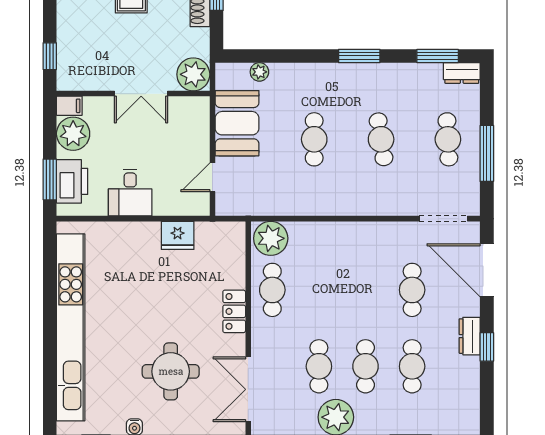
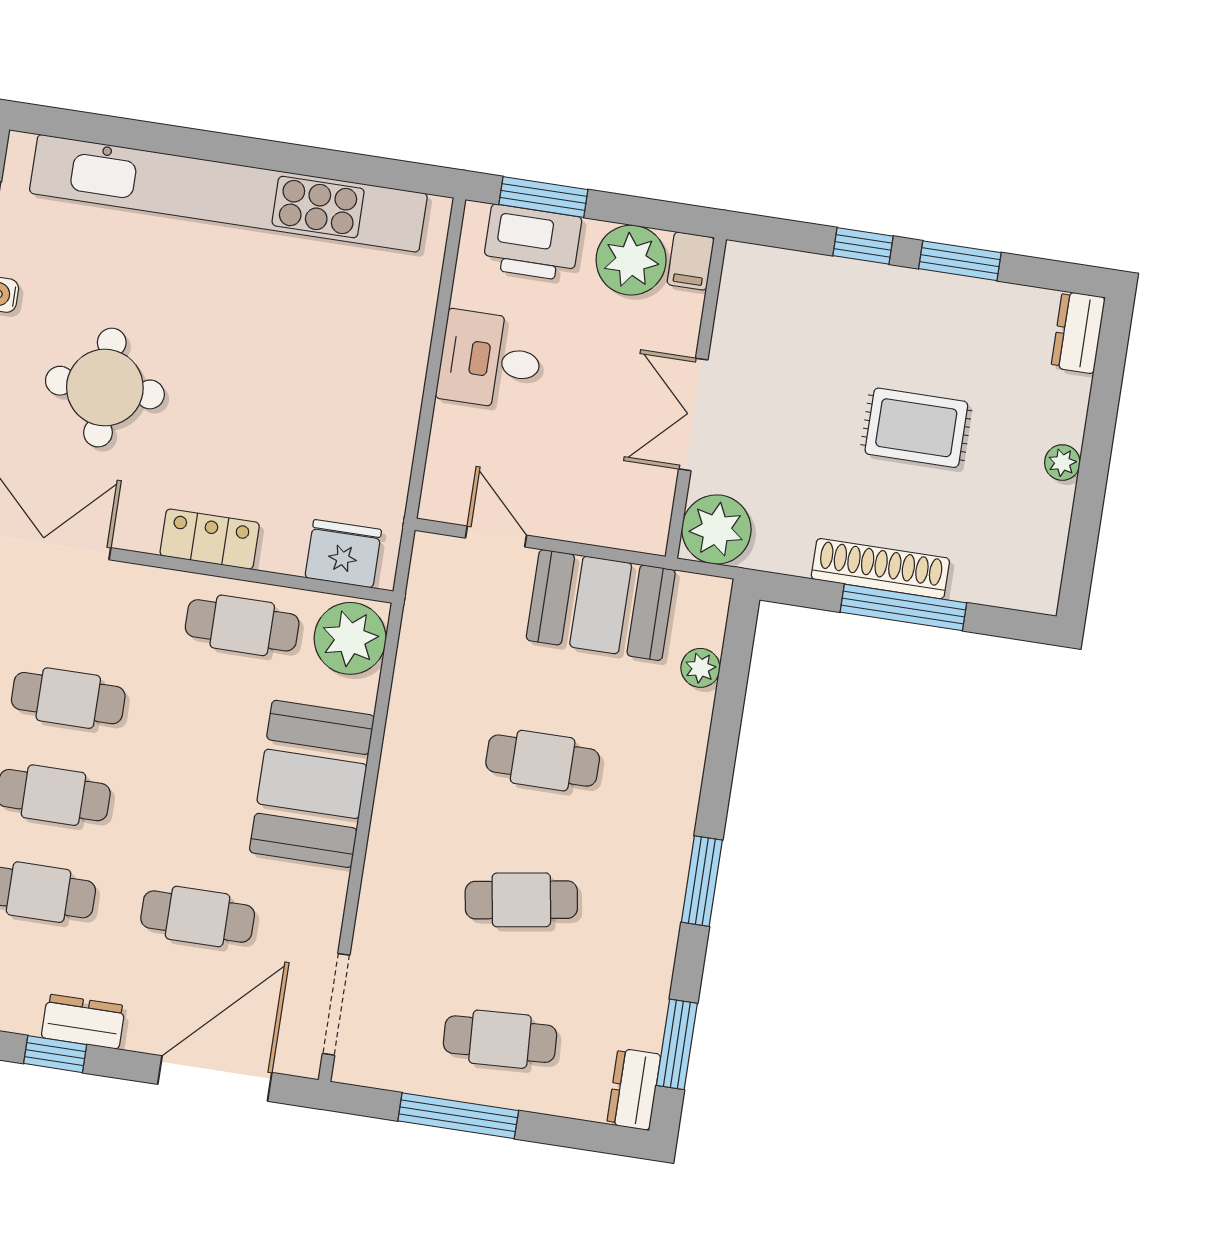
window: (50, 56) -> (863, 246), moved
fridge: (178, 235) -> (343, 554), moved, turned 90
booth: (342, 246) -> (312, 784), added

